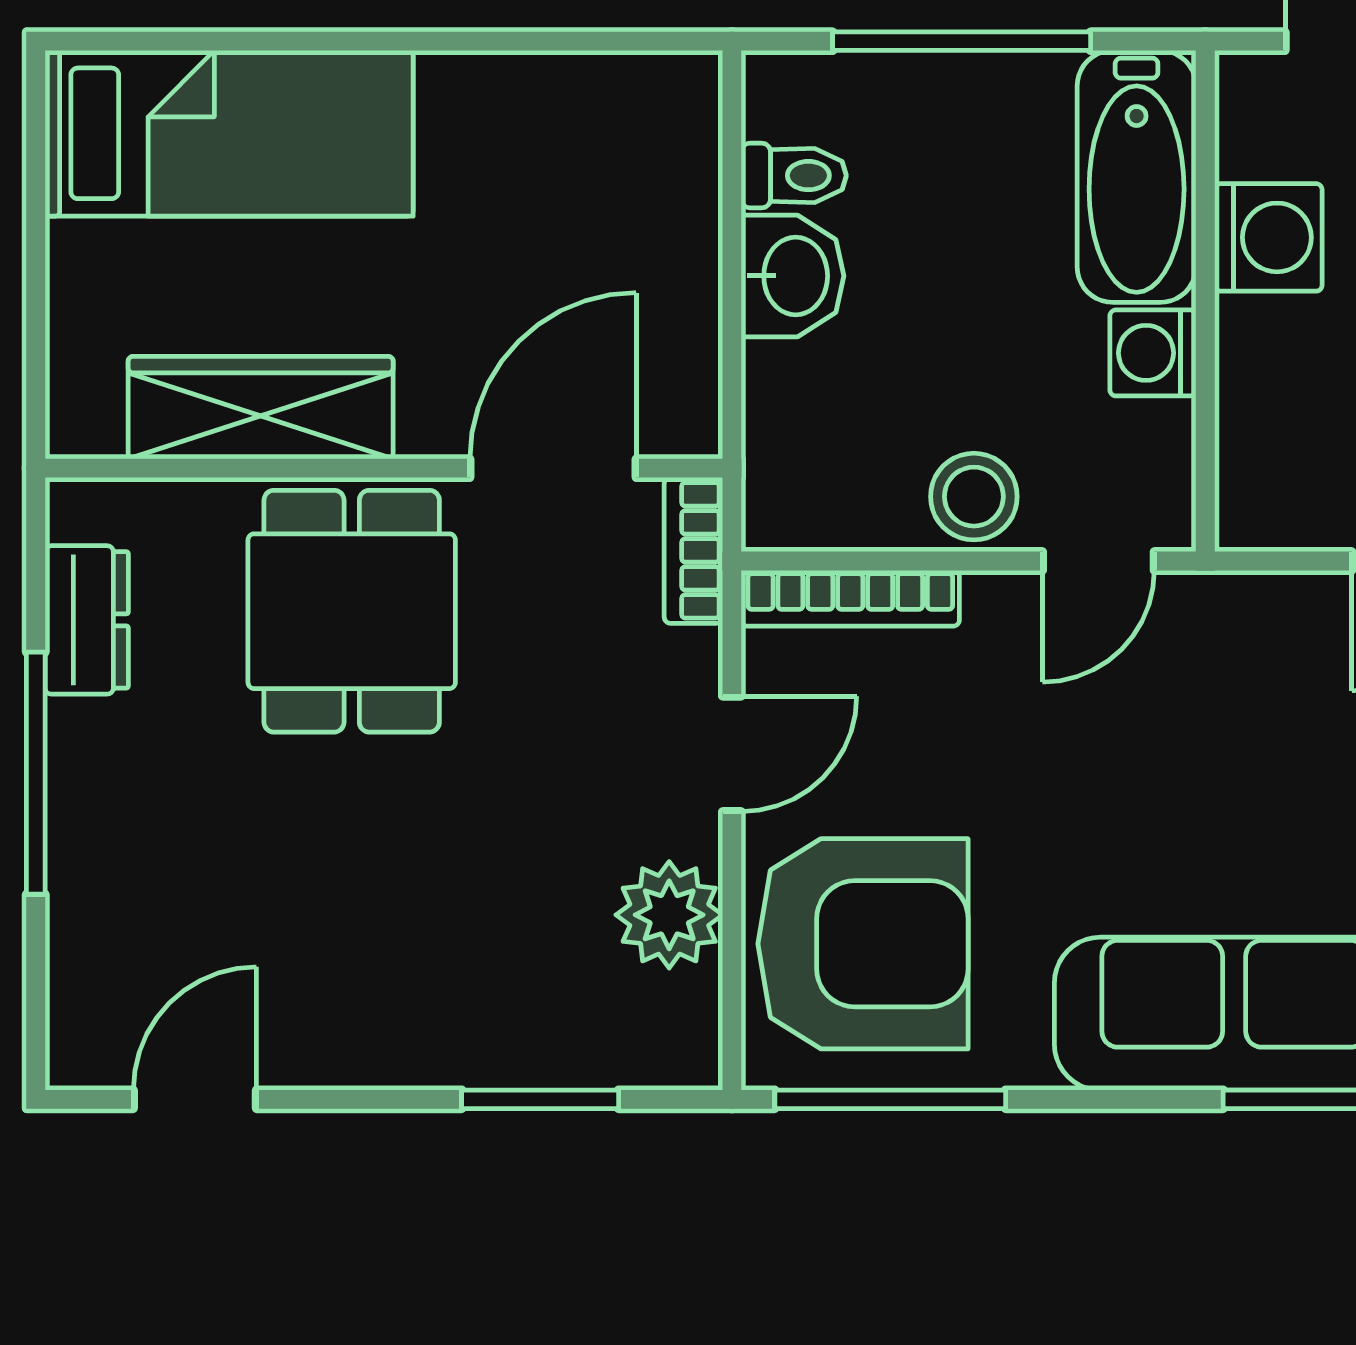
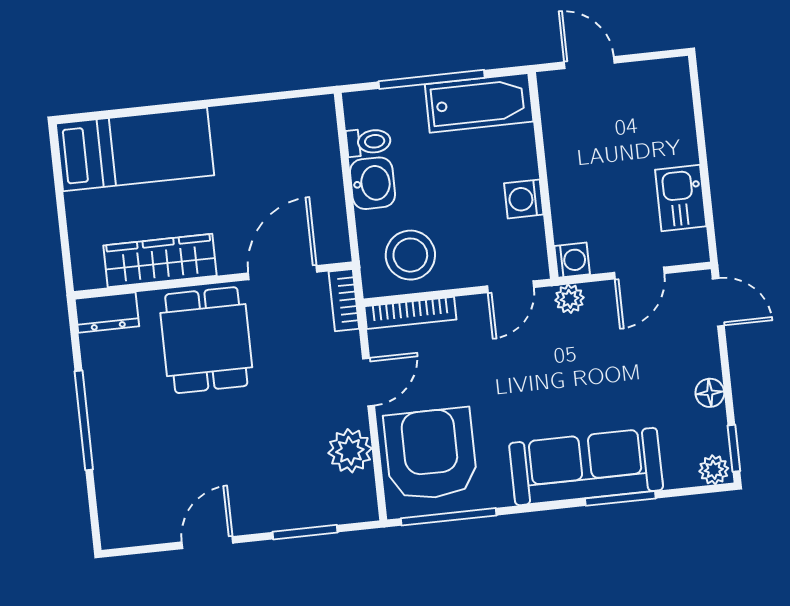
bathtub: (1137, 176) -> (479, 103), moved, turned -90
washing machine: (1268, 237) -> (572, 260), moved, width x0.73, depth x0.73
stool: (974, 497) -> (410, 255), moved, width x1.38, depth x1.38
plant: (1237, 605) -> (570, 299), added
dresser: (87, 620) -> (107, 313), moved, turned 90
armchair: (863, 944) -> (431, 454), turned -90
door: (195, 1099) -> (207, 543), moved

